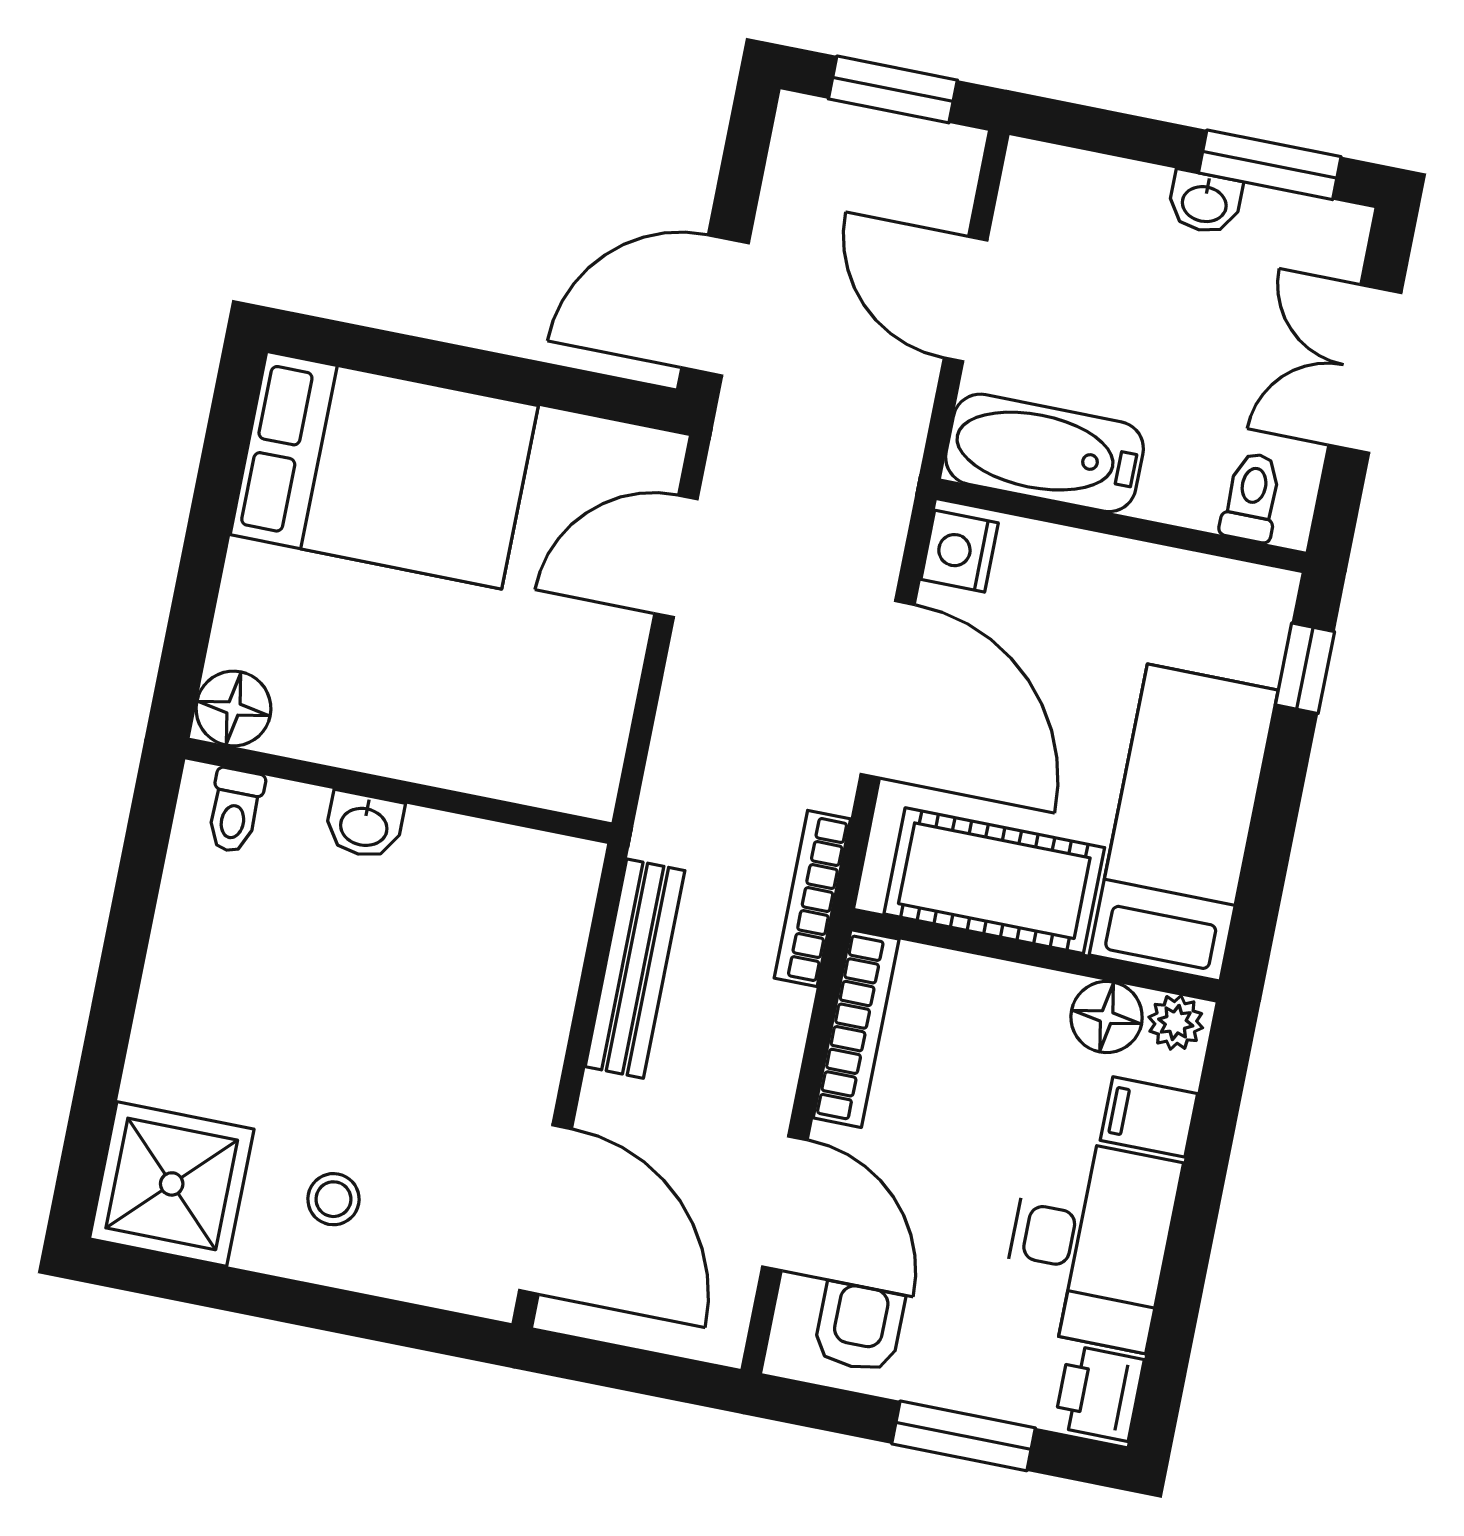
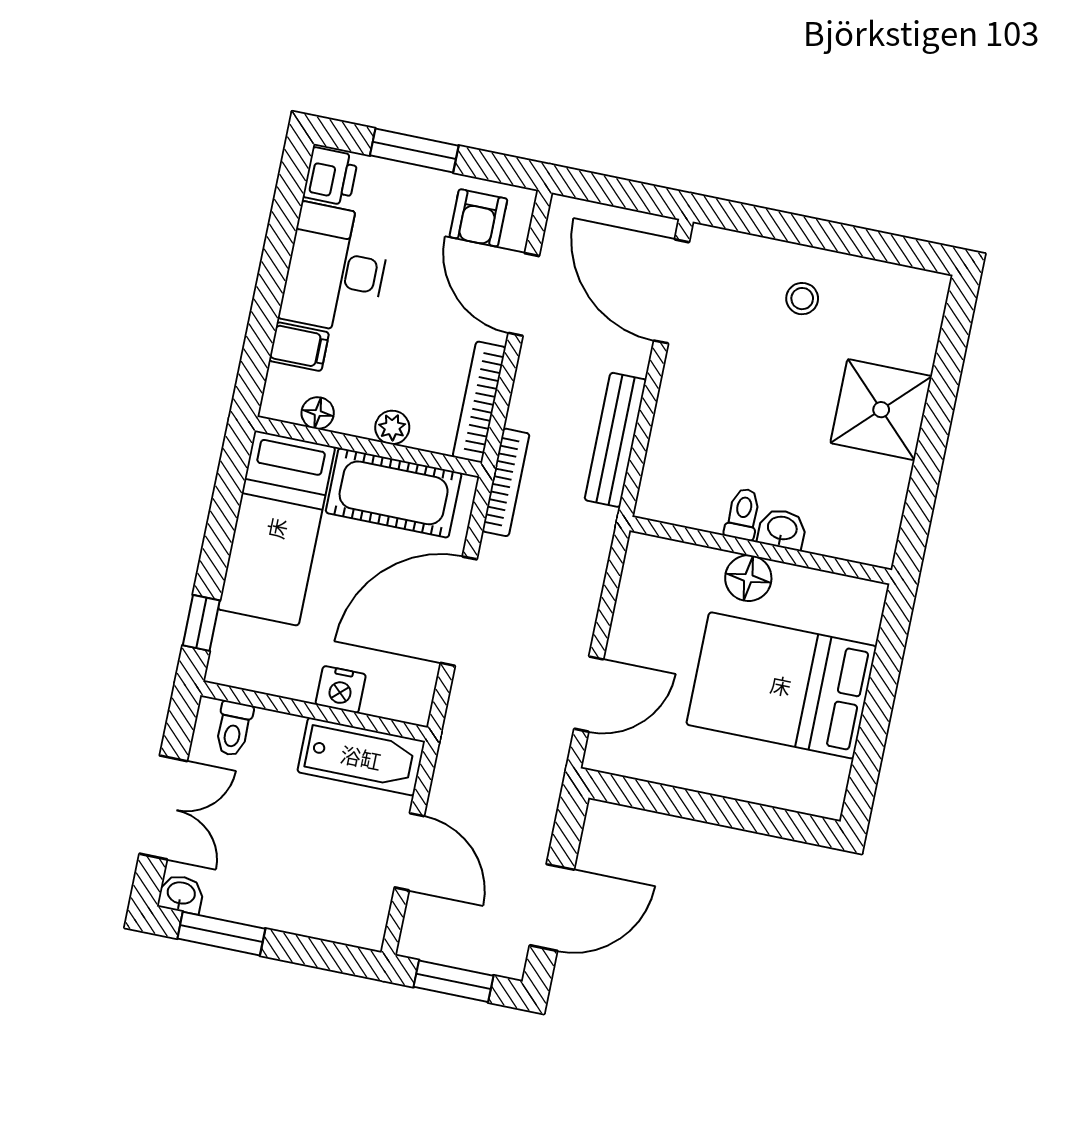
washbasin: (1205, 202) -> (181, 894), moved
door: (715, 305) -> (552, 907), moved
bed: (384, 470) -> (781, 685), moved
nightstand: (960, 551) -> (341, 689), moved, turned 90
door: (888, 689) -> (459, 611), hinge flipped
floor lamp: (233, 709) -> (748, 578), moved
toilet: (235, 811) -> (743, 514), moved
floor lamp: (1107, 1017) -> (318, 413), width x0.73, depth x0.73
plant: (1176, 1022) -> (392, 427), moved
shower: (172, 1184) -> (881, 410), moved

